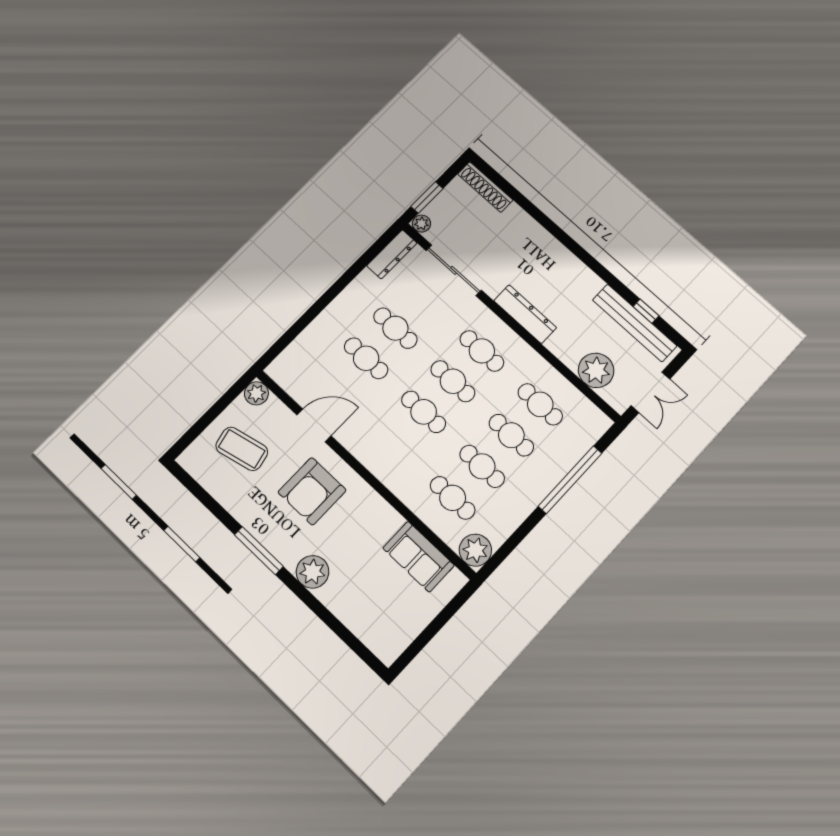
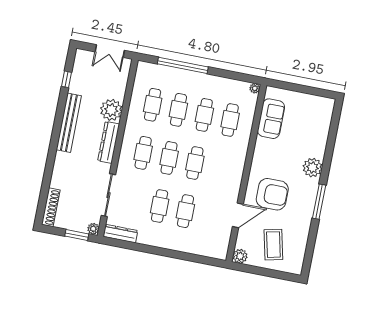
bench: (635, 323) -> (69, 123), moved
plant: (596, 370) -> (111, 110), moved
double door: (650, 392) -> (110, 51), swing flipped
door: (314, 425) -> (238, 215), swing flipped
plant: (475, 550) -> (255, 88), width x0.53, depth x0.53

